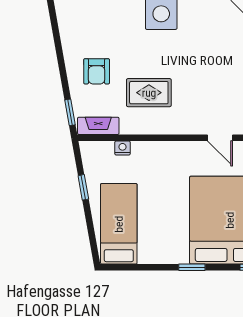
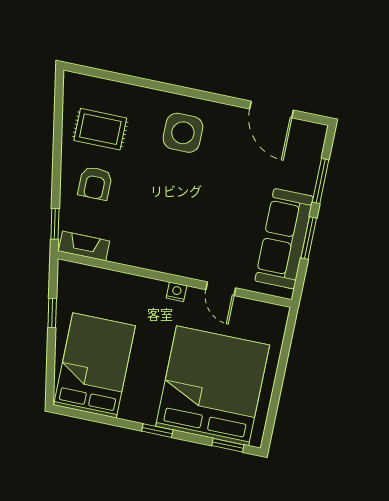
rug: (149, 93) -> (100, 129), moved
nightstand: (122, 148) -> (177, 292), moved
bed: (119, 224) -> (95, 365), width x1.50

